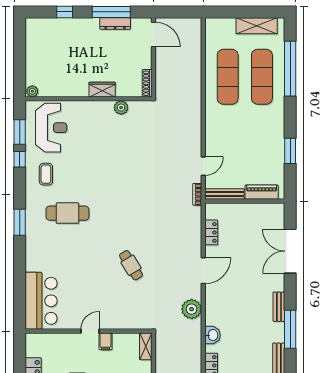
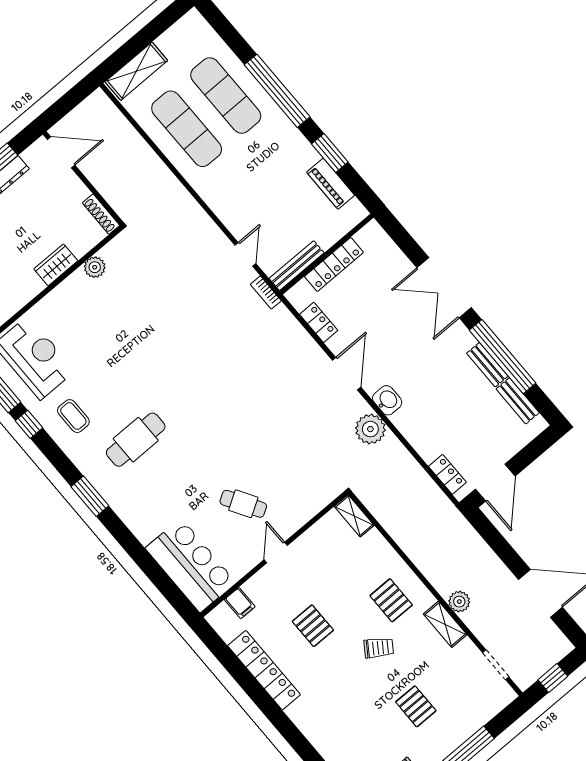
shelving: (257, 26) -> (136, 71), moved
window: (290, 69) -> (277, 91), moved
piano: (262, 192) -> (331, 184), moved, turned -90
locker: (244, 210) -> (334, 264), added
double door: (290, 251) -> (444, 288), moved
cafe table: (131, 265) -> (243, 504), moved
bench: (279, 307) -> (487, 365), moved
window: (290, 329) -> (503, 357), width x1.46
washbasin: (213, 335) -> (387, 400), moved
filing cabinet: (105, 341) -> (240, 603), moved

